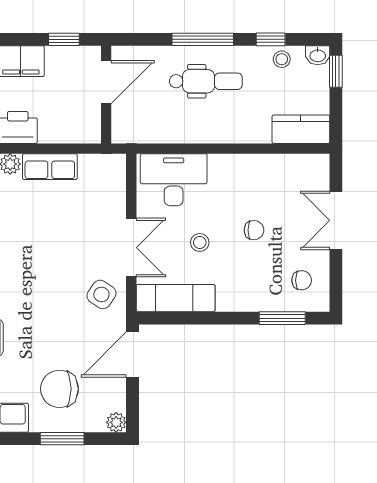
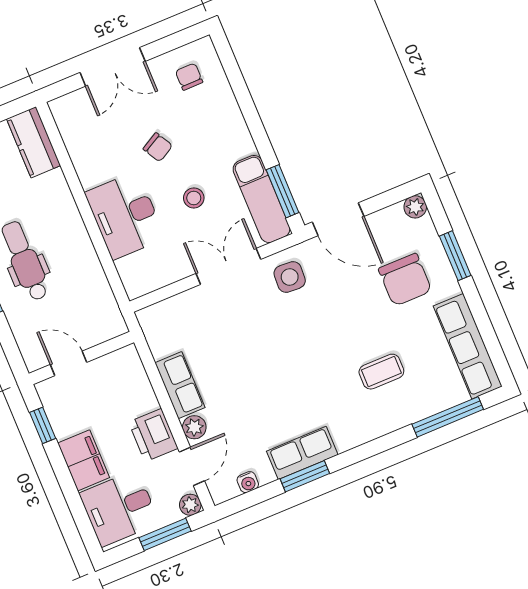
door: (106, 82) -> (68, 363), width x0.73
desk: (174, 180) -> (125, 215), moved
chair: (254, 230) -> (158, 147), turned 151
side table: (101, 294) -> (290, 277), turned -31
window: (282, 318) -> (283, 191), moved

